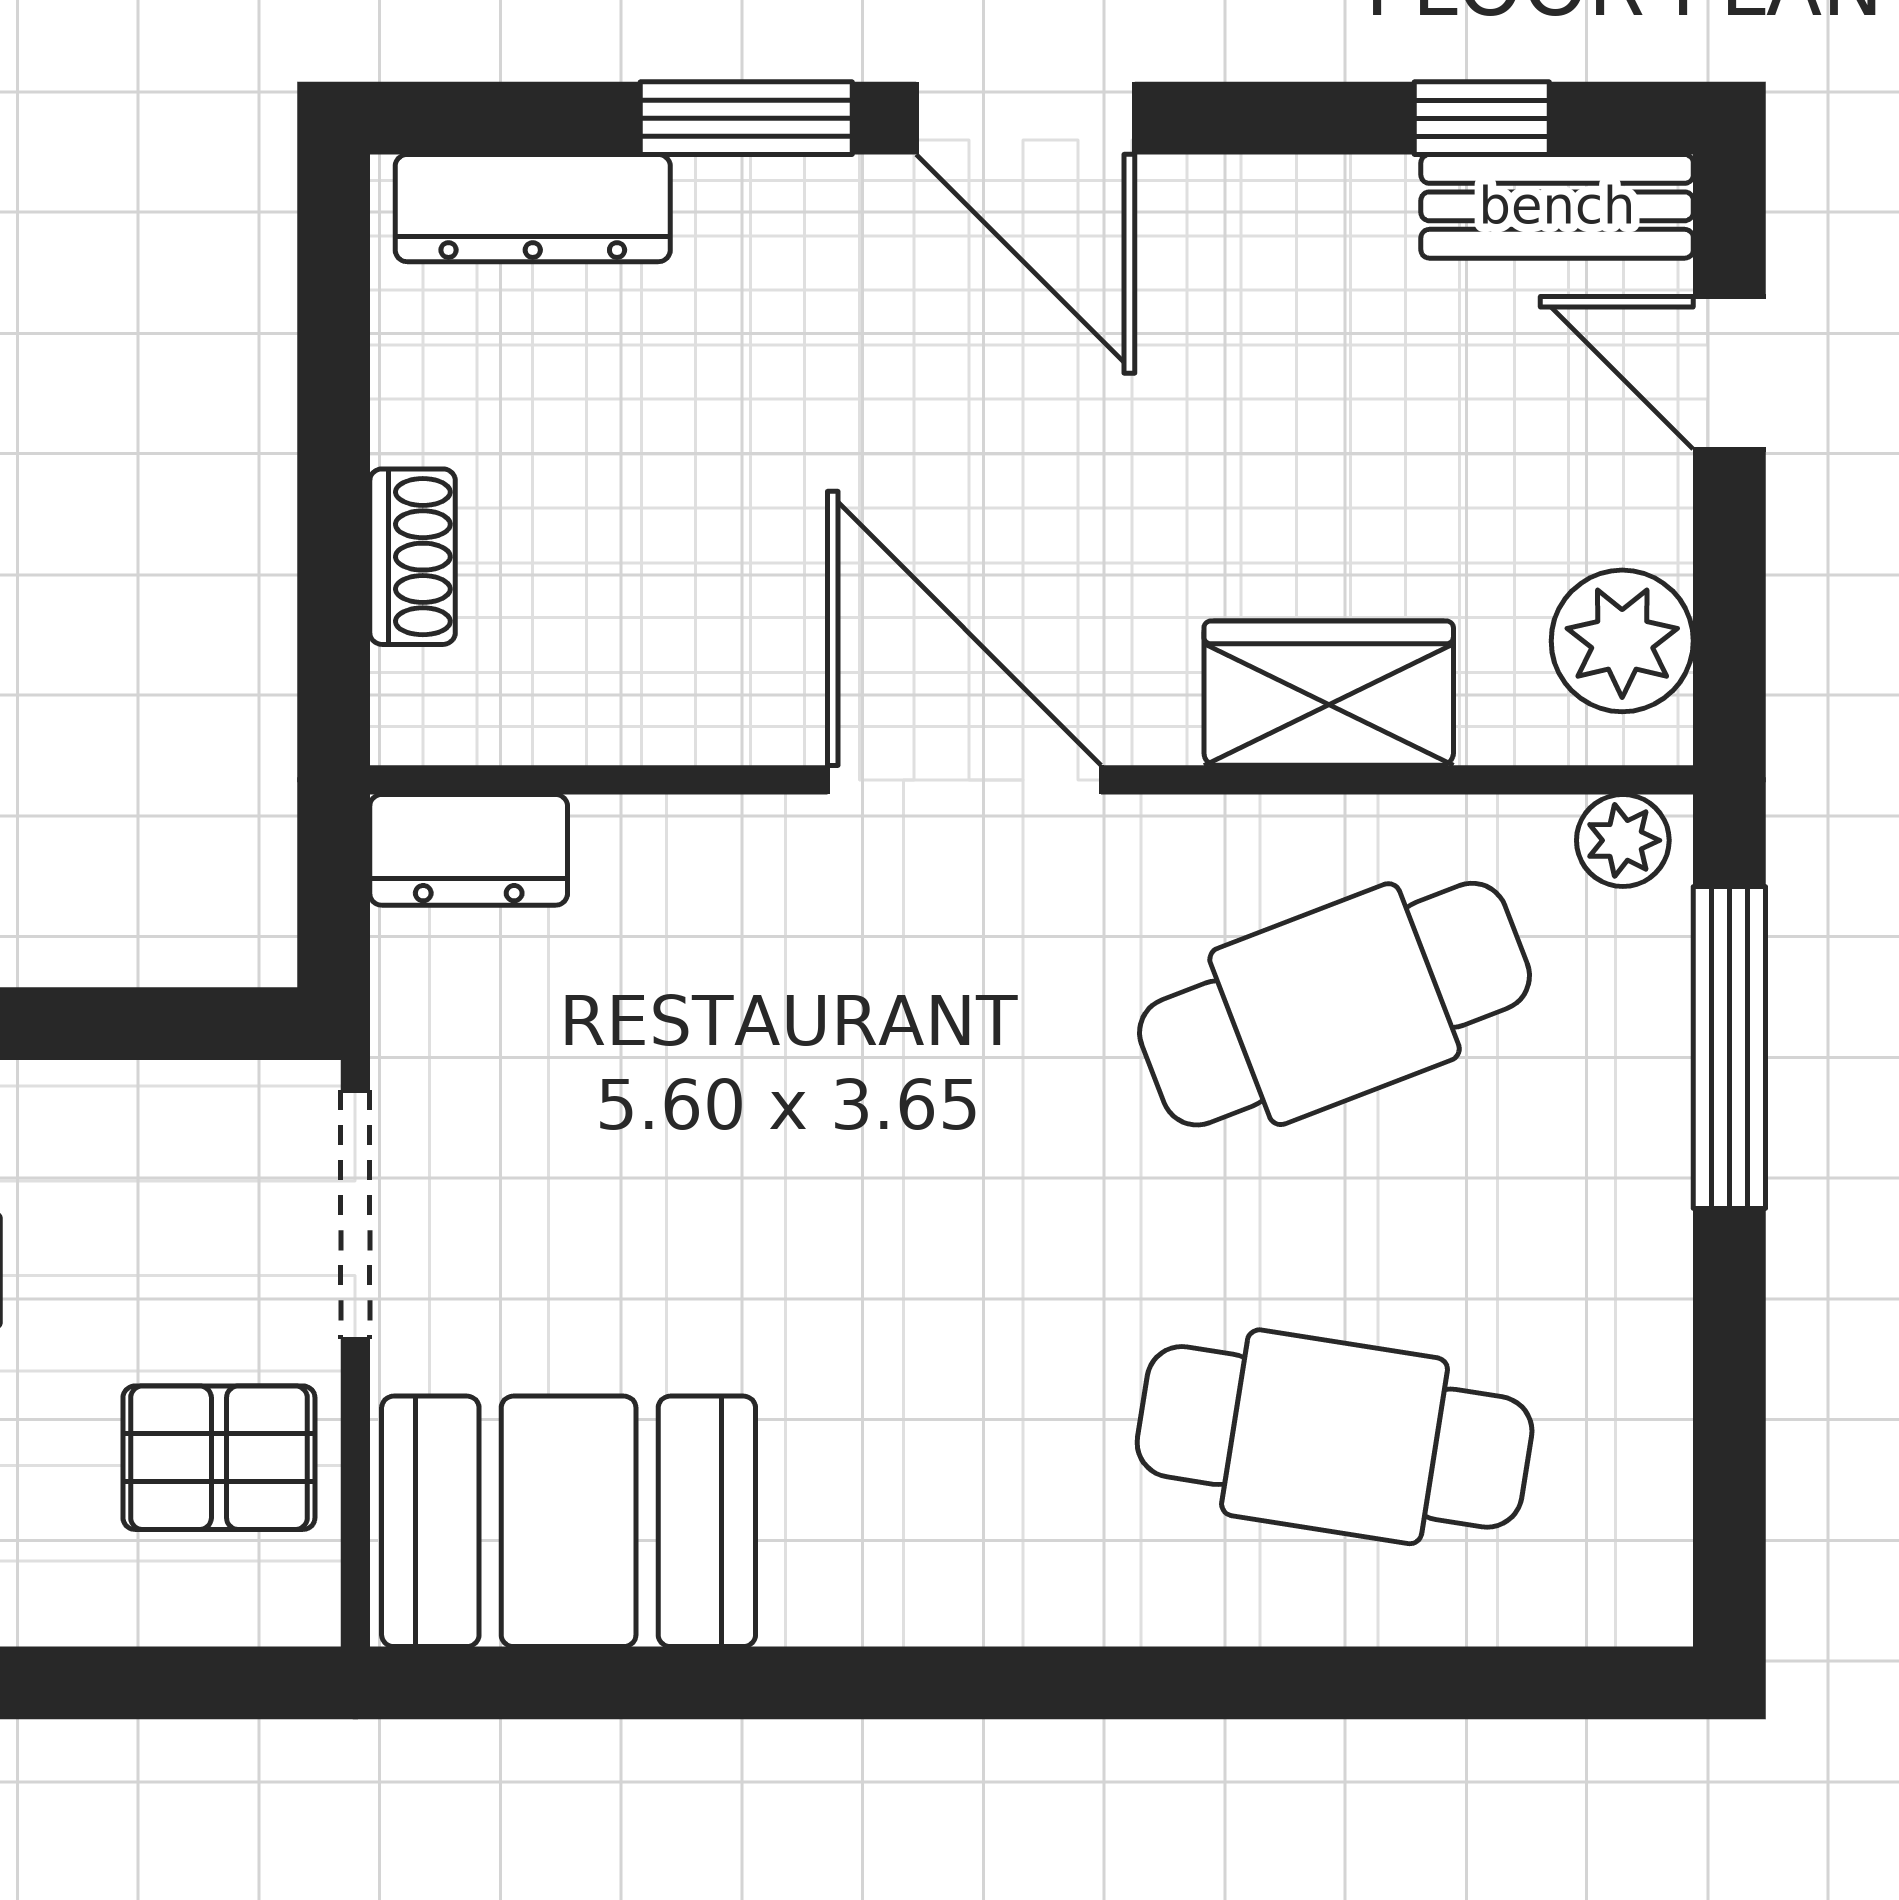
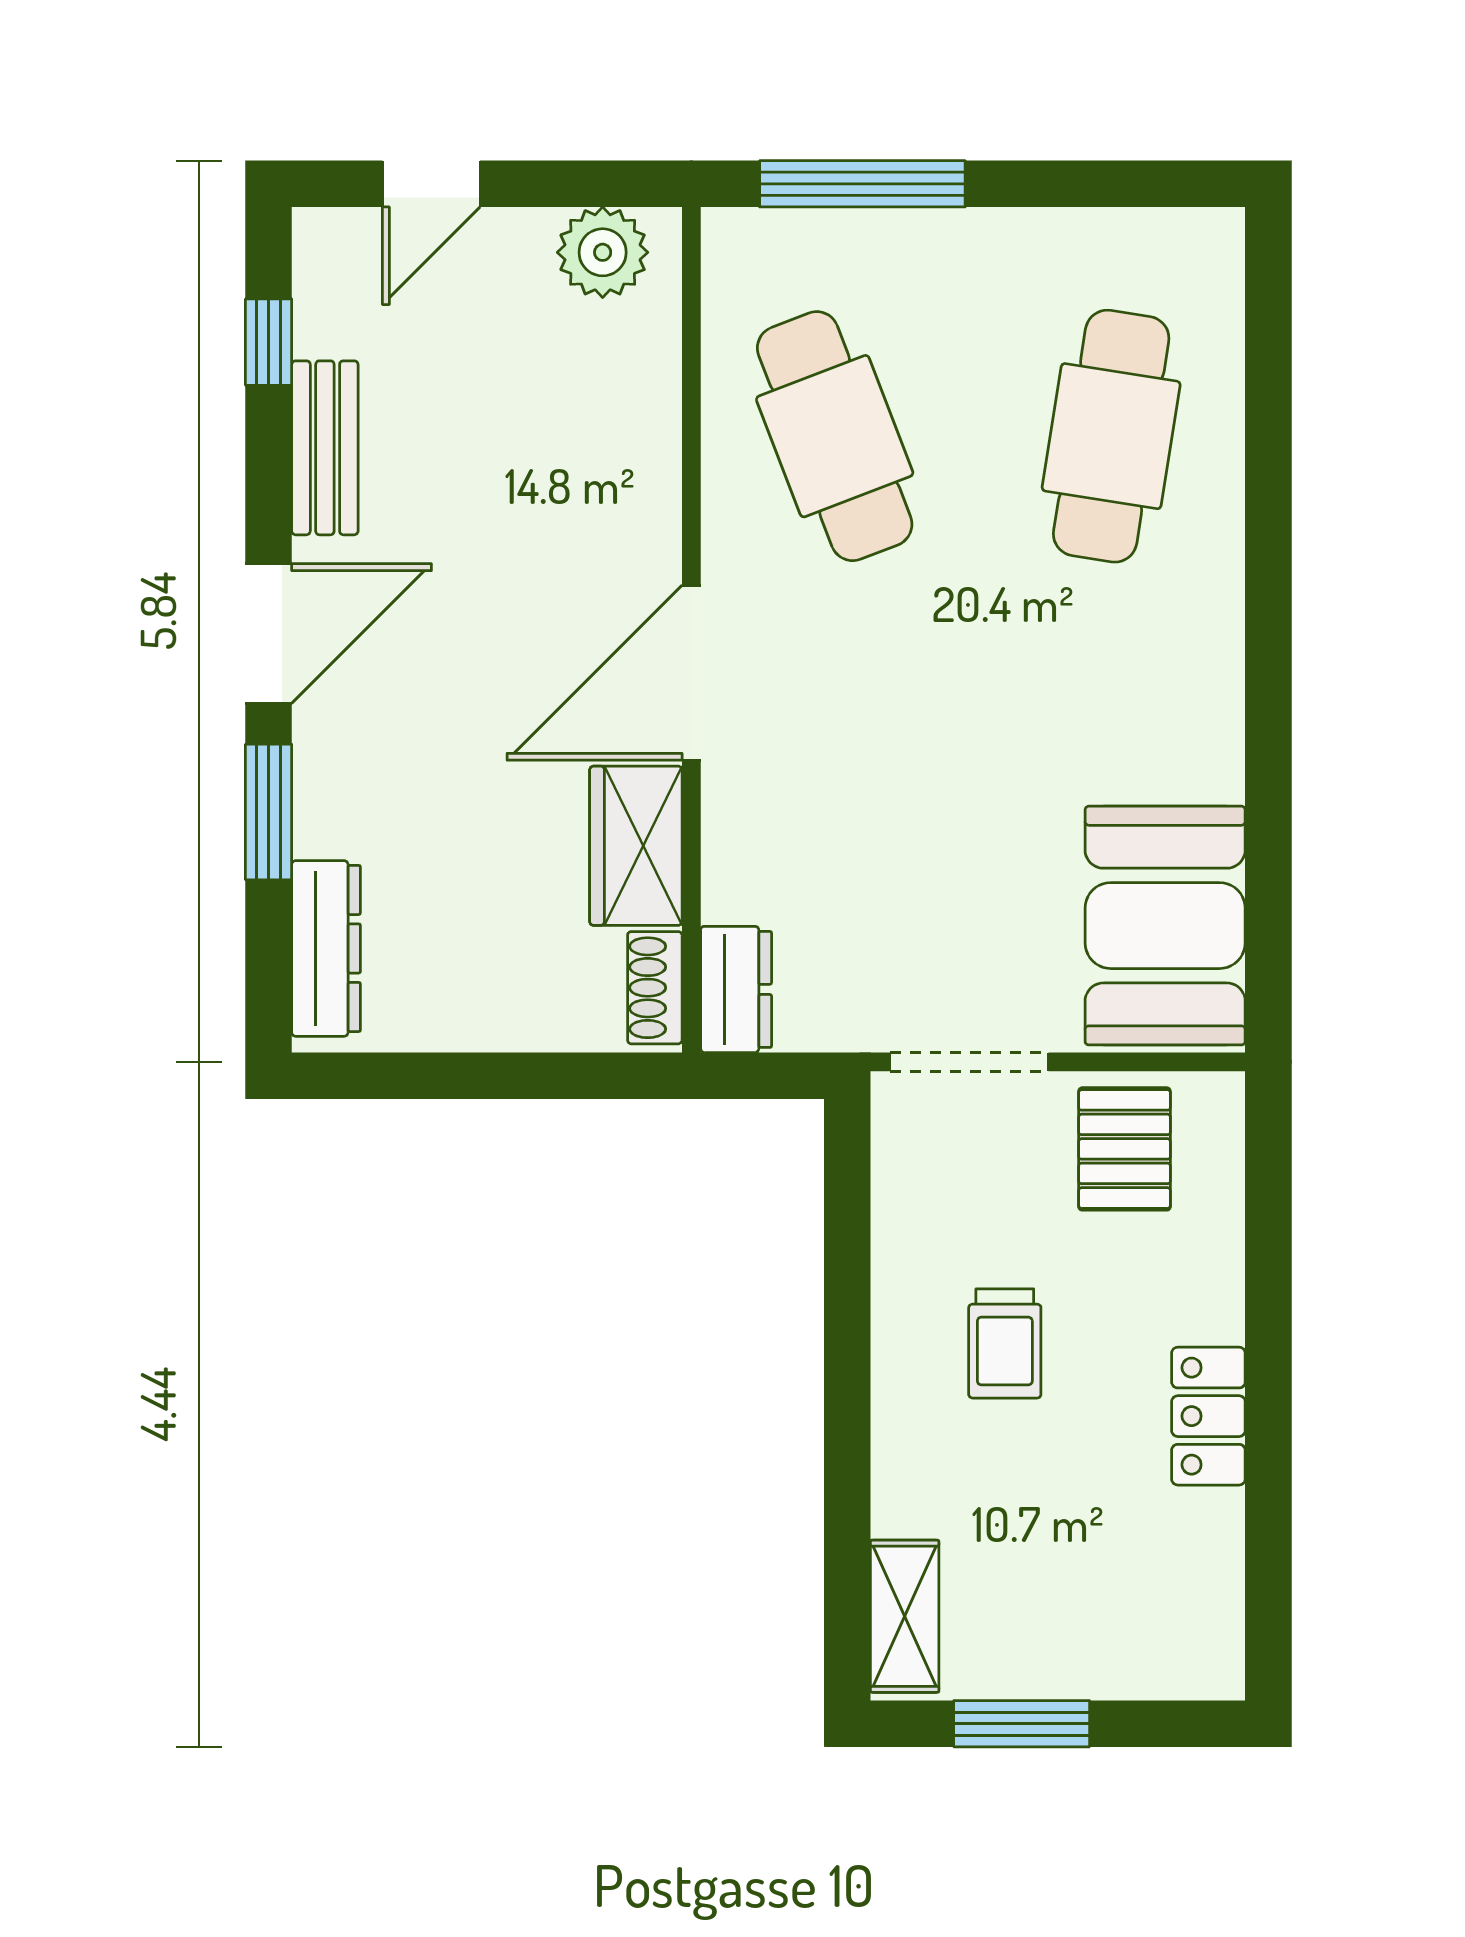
bench: (1557, 206) -> (325, 448), moved
shoe rack: (413, 557) -> (655, 988), moved, turned -90
wardrobe: (1329, 693) -> (636, 846), moved
plant: (1623, 840) -> (730, 252), removed

